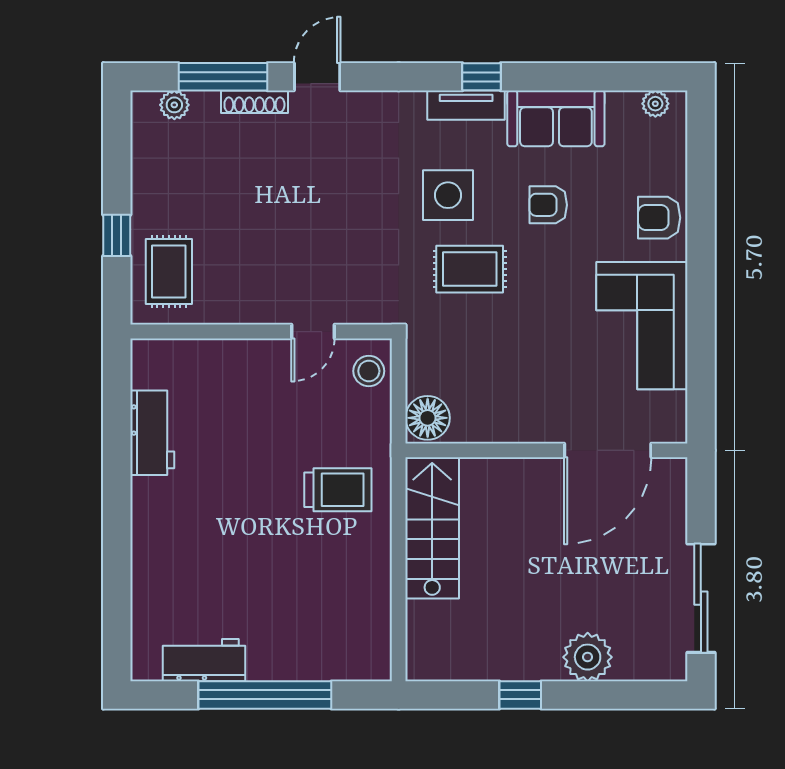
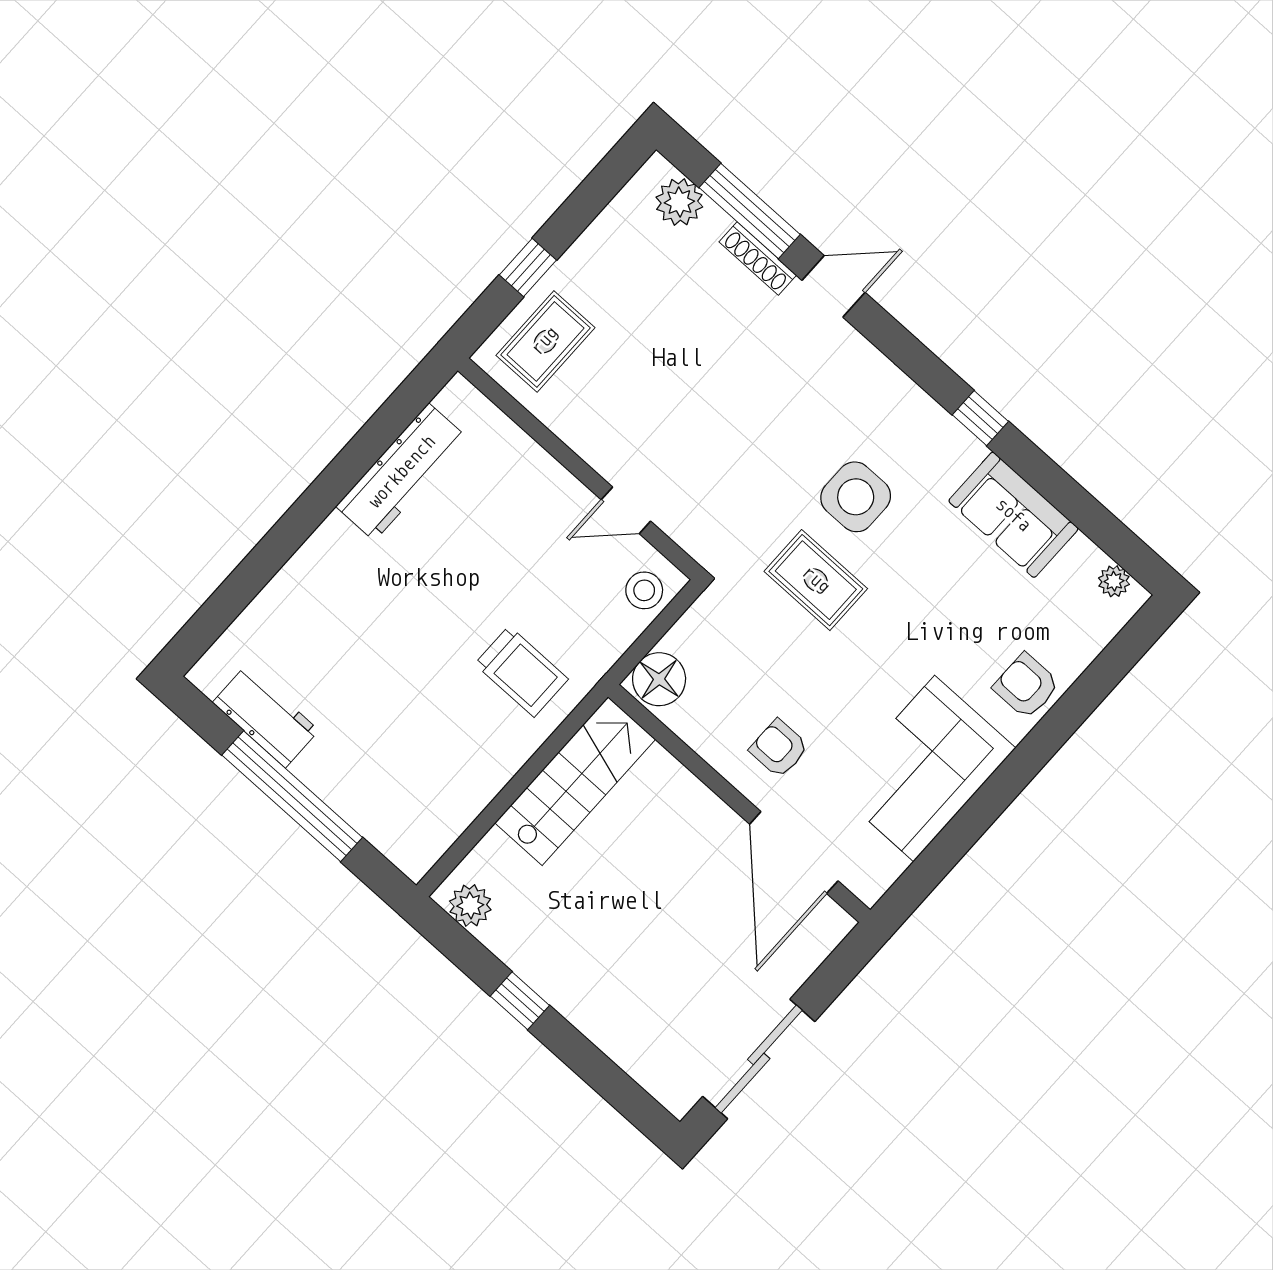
plant: (174, 105) -> (679, 202), width x1.38, depth x1.38
tv unit: (466, 105) -> (944, 431), removed
armchair: (548, 205) -> (779, 748), moved
workbench: (152, 433) -> (402, 472), width x1.38
door: (608, 450) -> (794, 852), hinge flipped
plant: (588, 657) -> (470, 905), moved, width x0.73, depth x0.73

